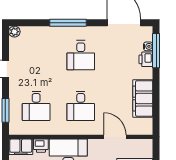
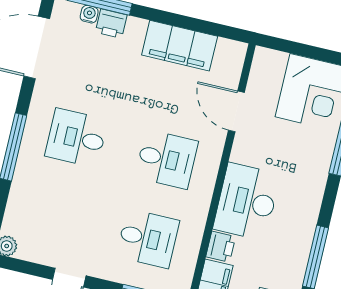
desk: (81, 55) -> (76, 138), turned 180
door: (115, 137) -> (236, 111), hinge flipped

